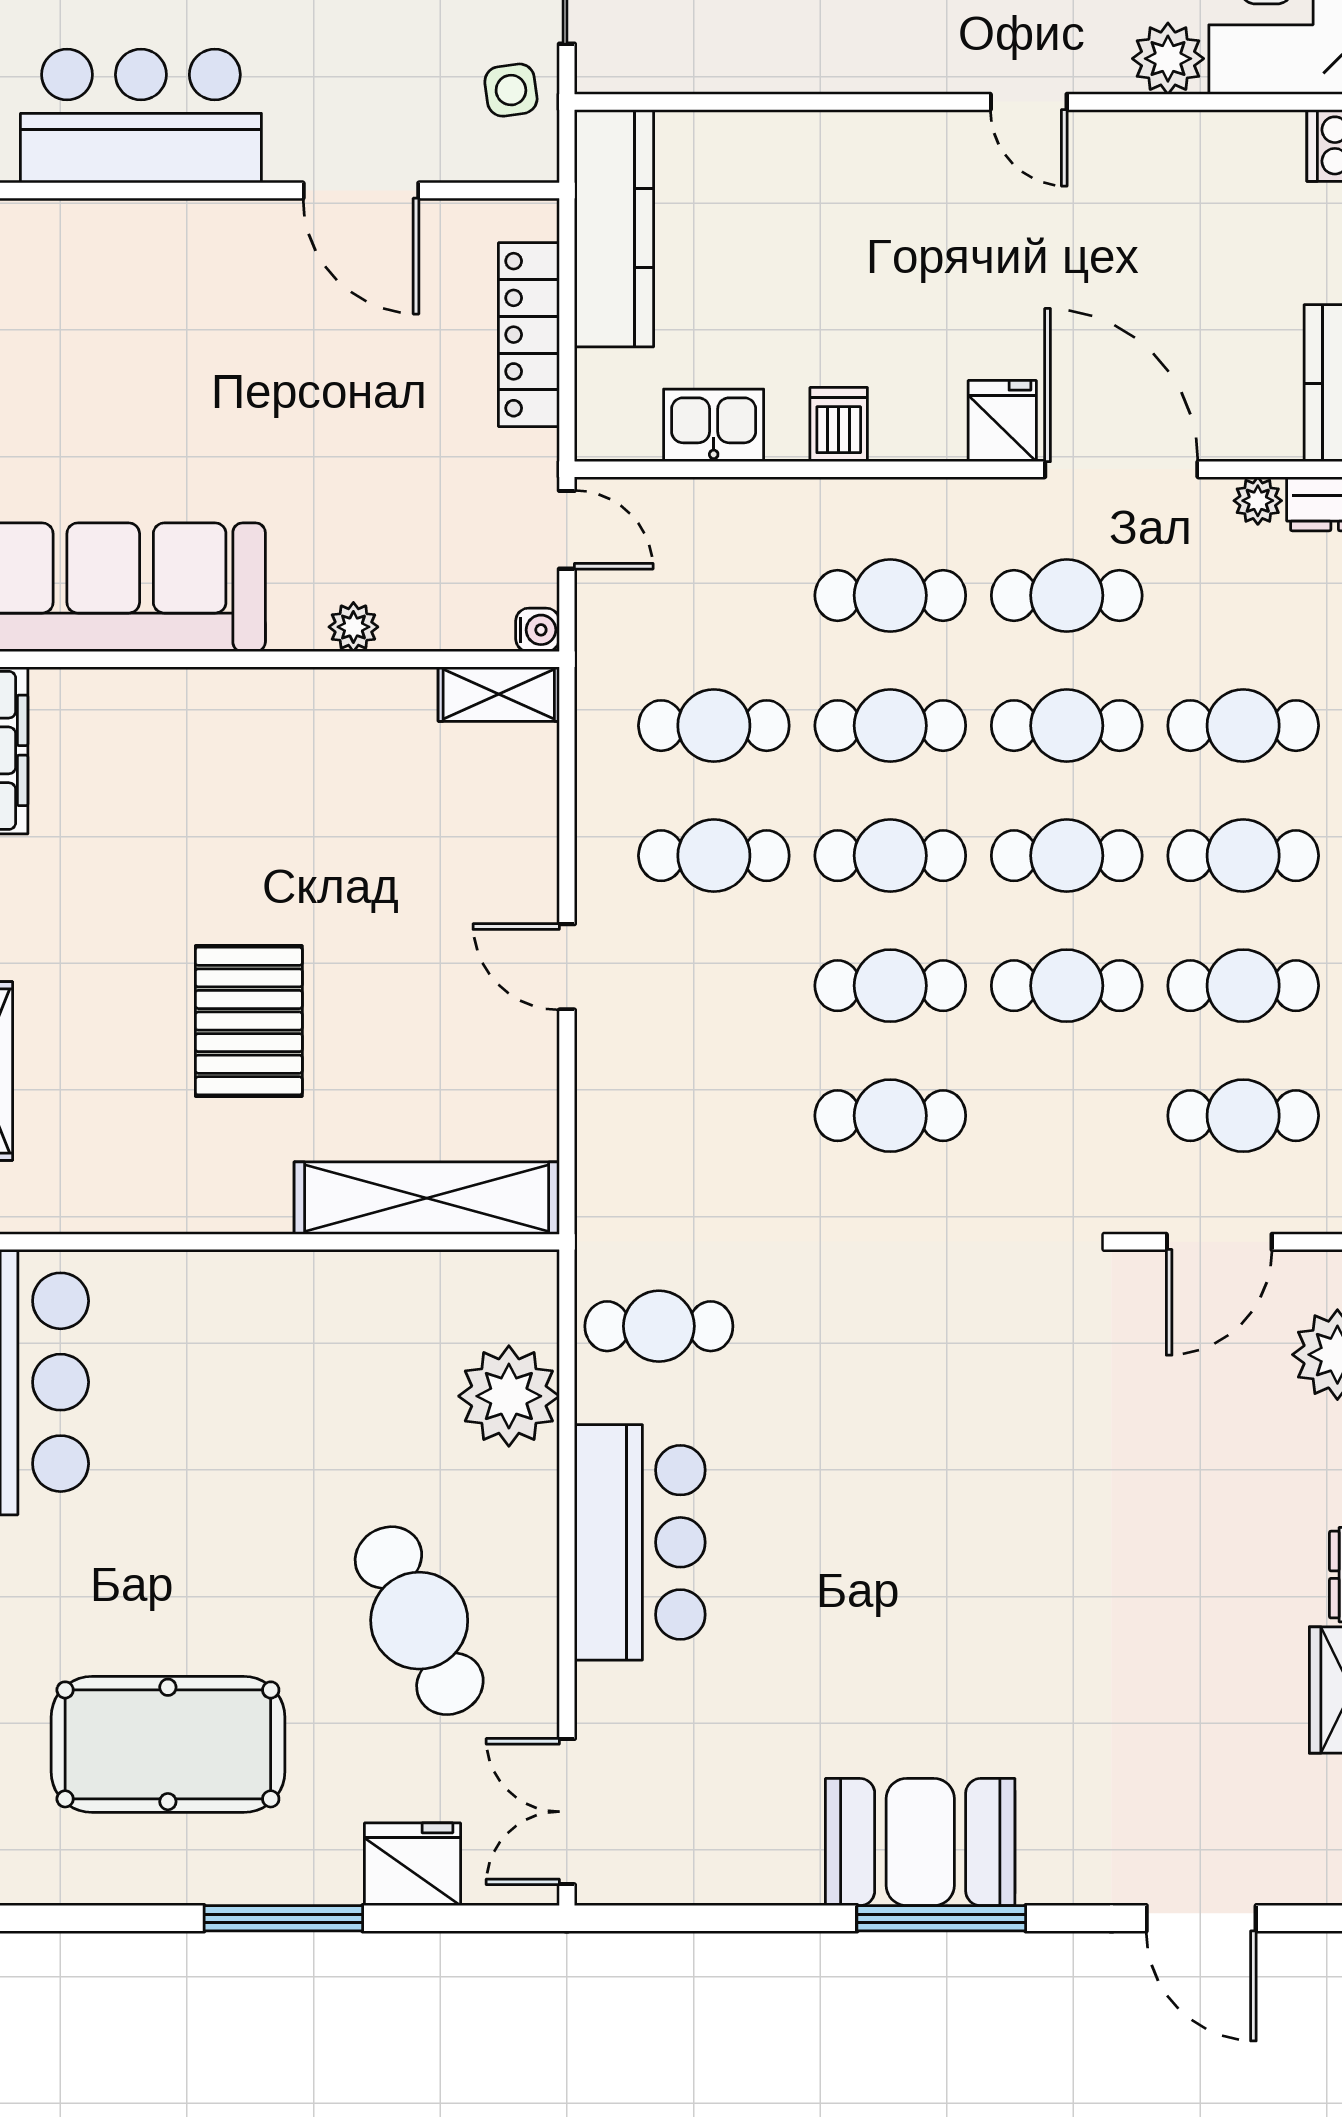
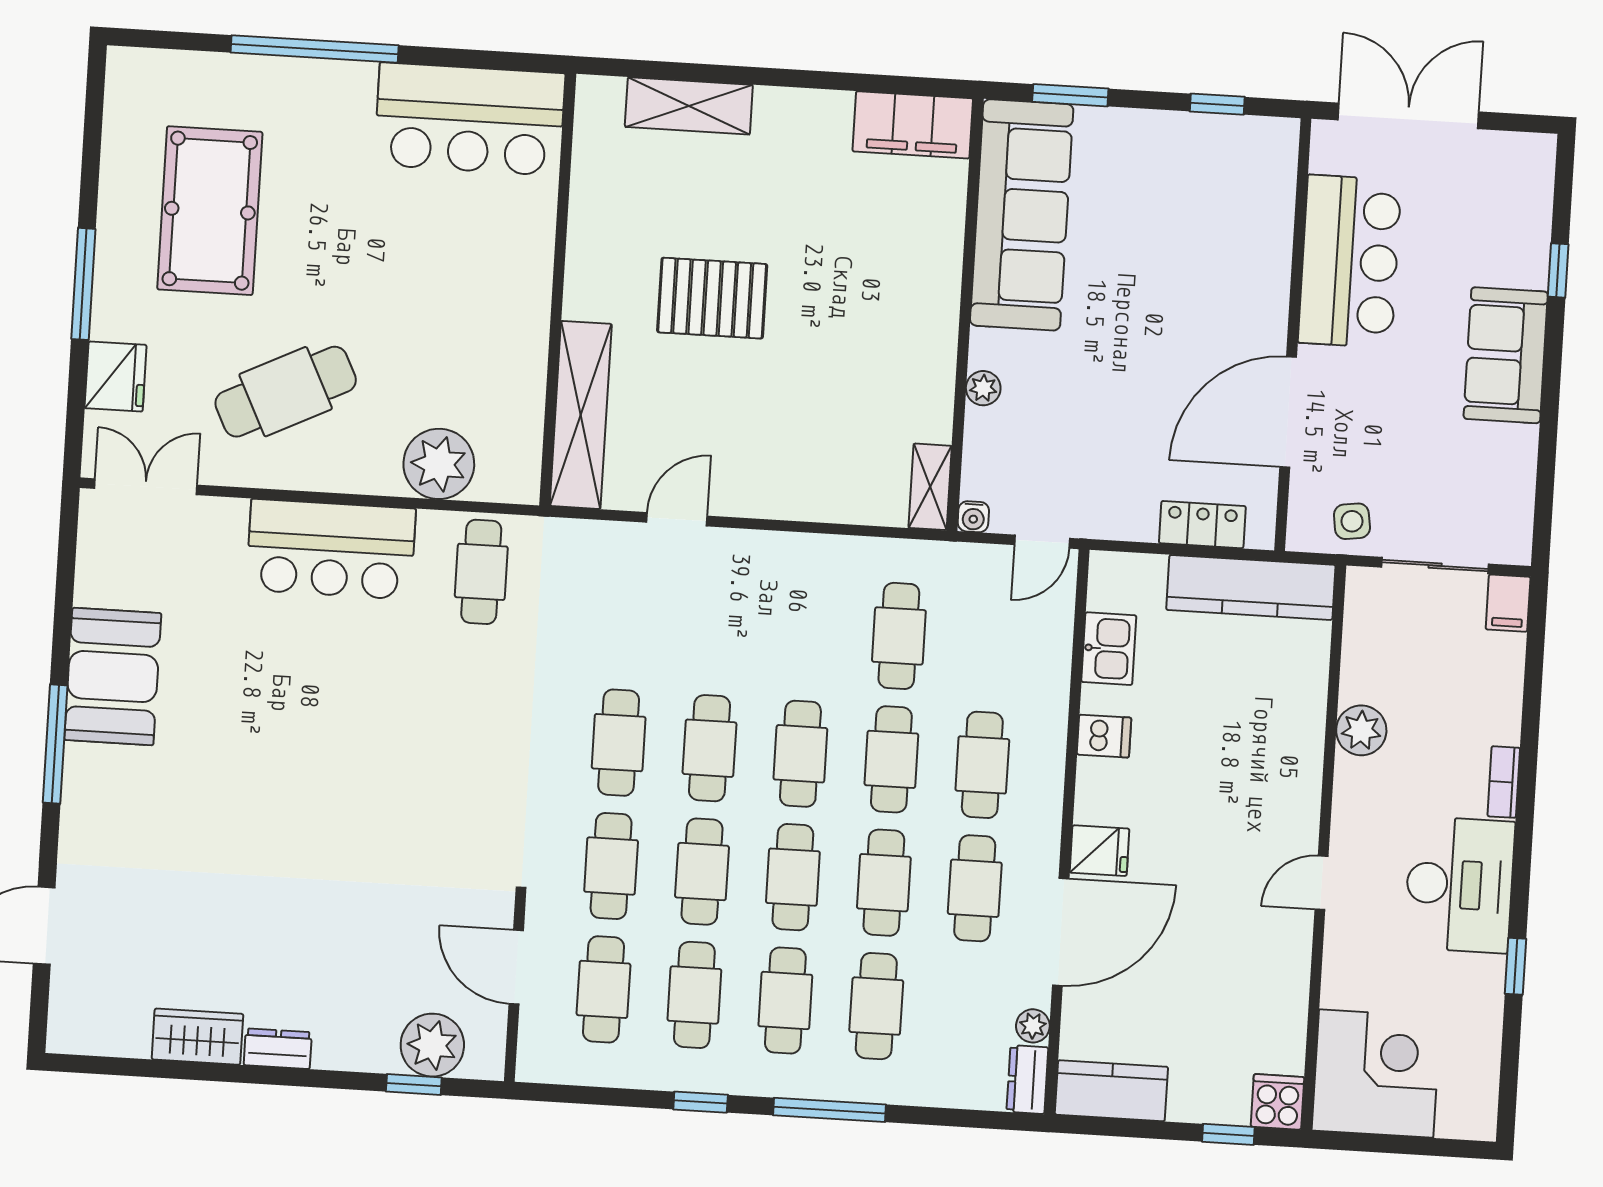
plant: (1168, 59) -> (1361, 730), moved
door: (361, 191) -> (1288, 412), width x1.36
locker: (529, 335) -> (1202, 525), width x0.66
cafe table: (714, 856) -> (611, 866), moved
door: (567, 967) -> (677, 519), moved
booth: (920, 1842) -> (113, 677), moved

